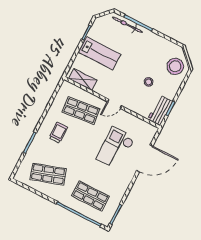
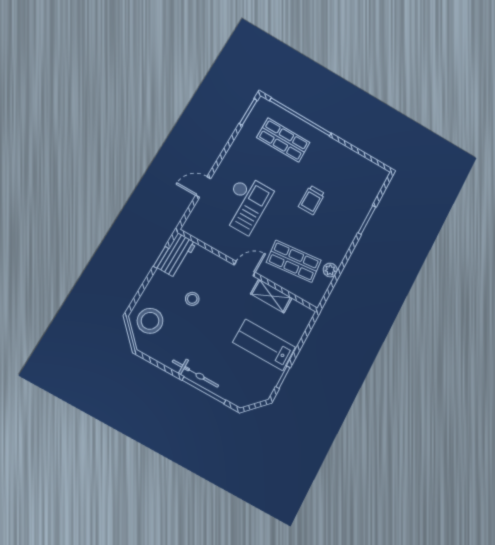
bicycle: (127, 25) -> (195, 374), moved
shelving: (83, 79) -> (271, 296), moved
plant: (55, 106) -> (330, 270), added
trolley: (58, 133) -> (312, 200), moved
door: (145, 158) -> (203, 187), width x0.53
shop shelf: (48, 174) -> (342, 174), removed

